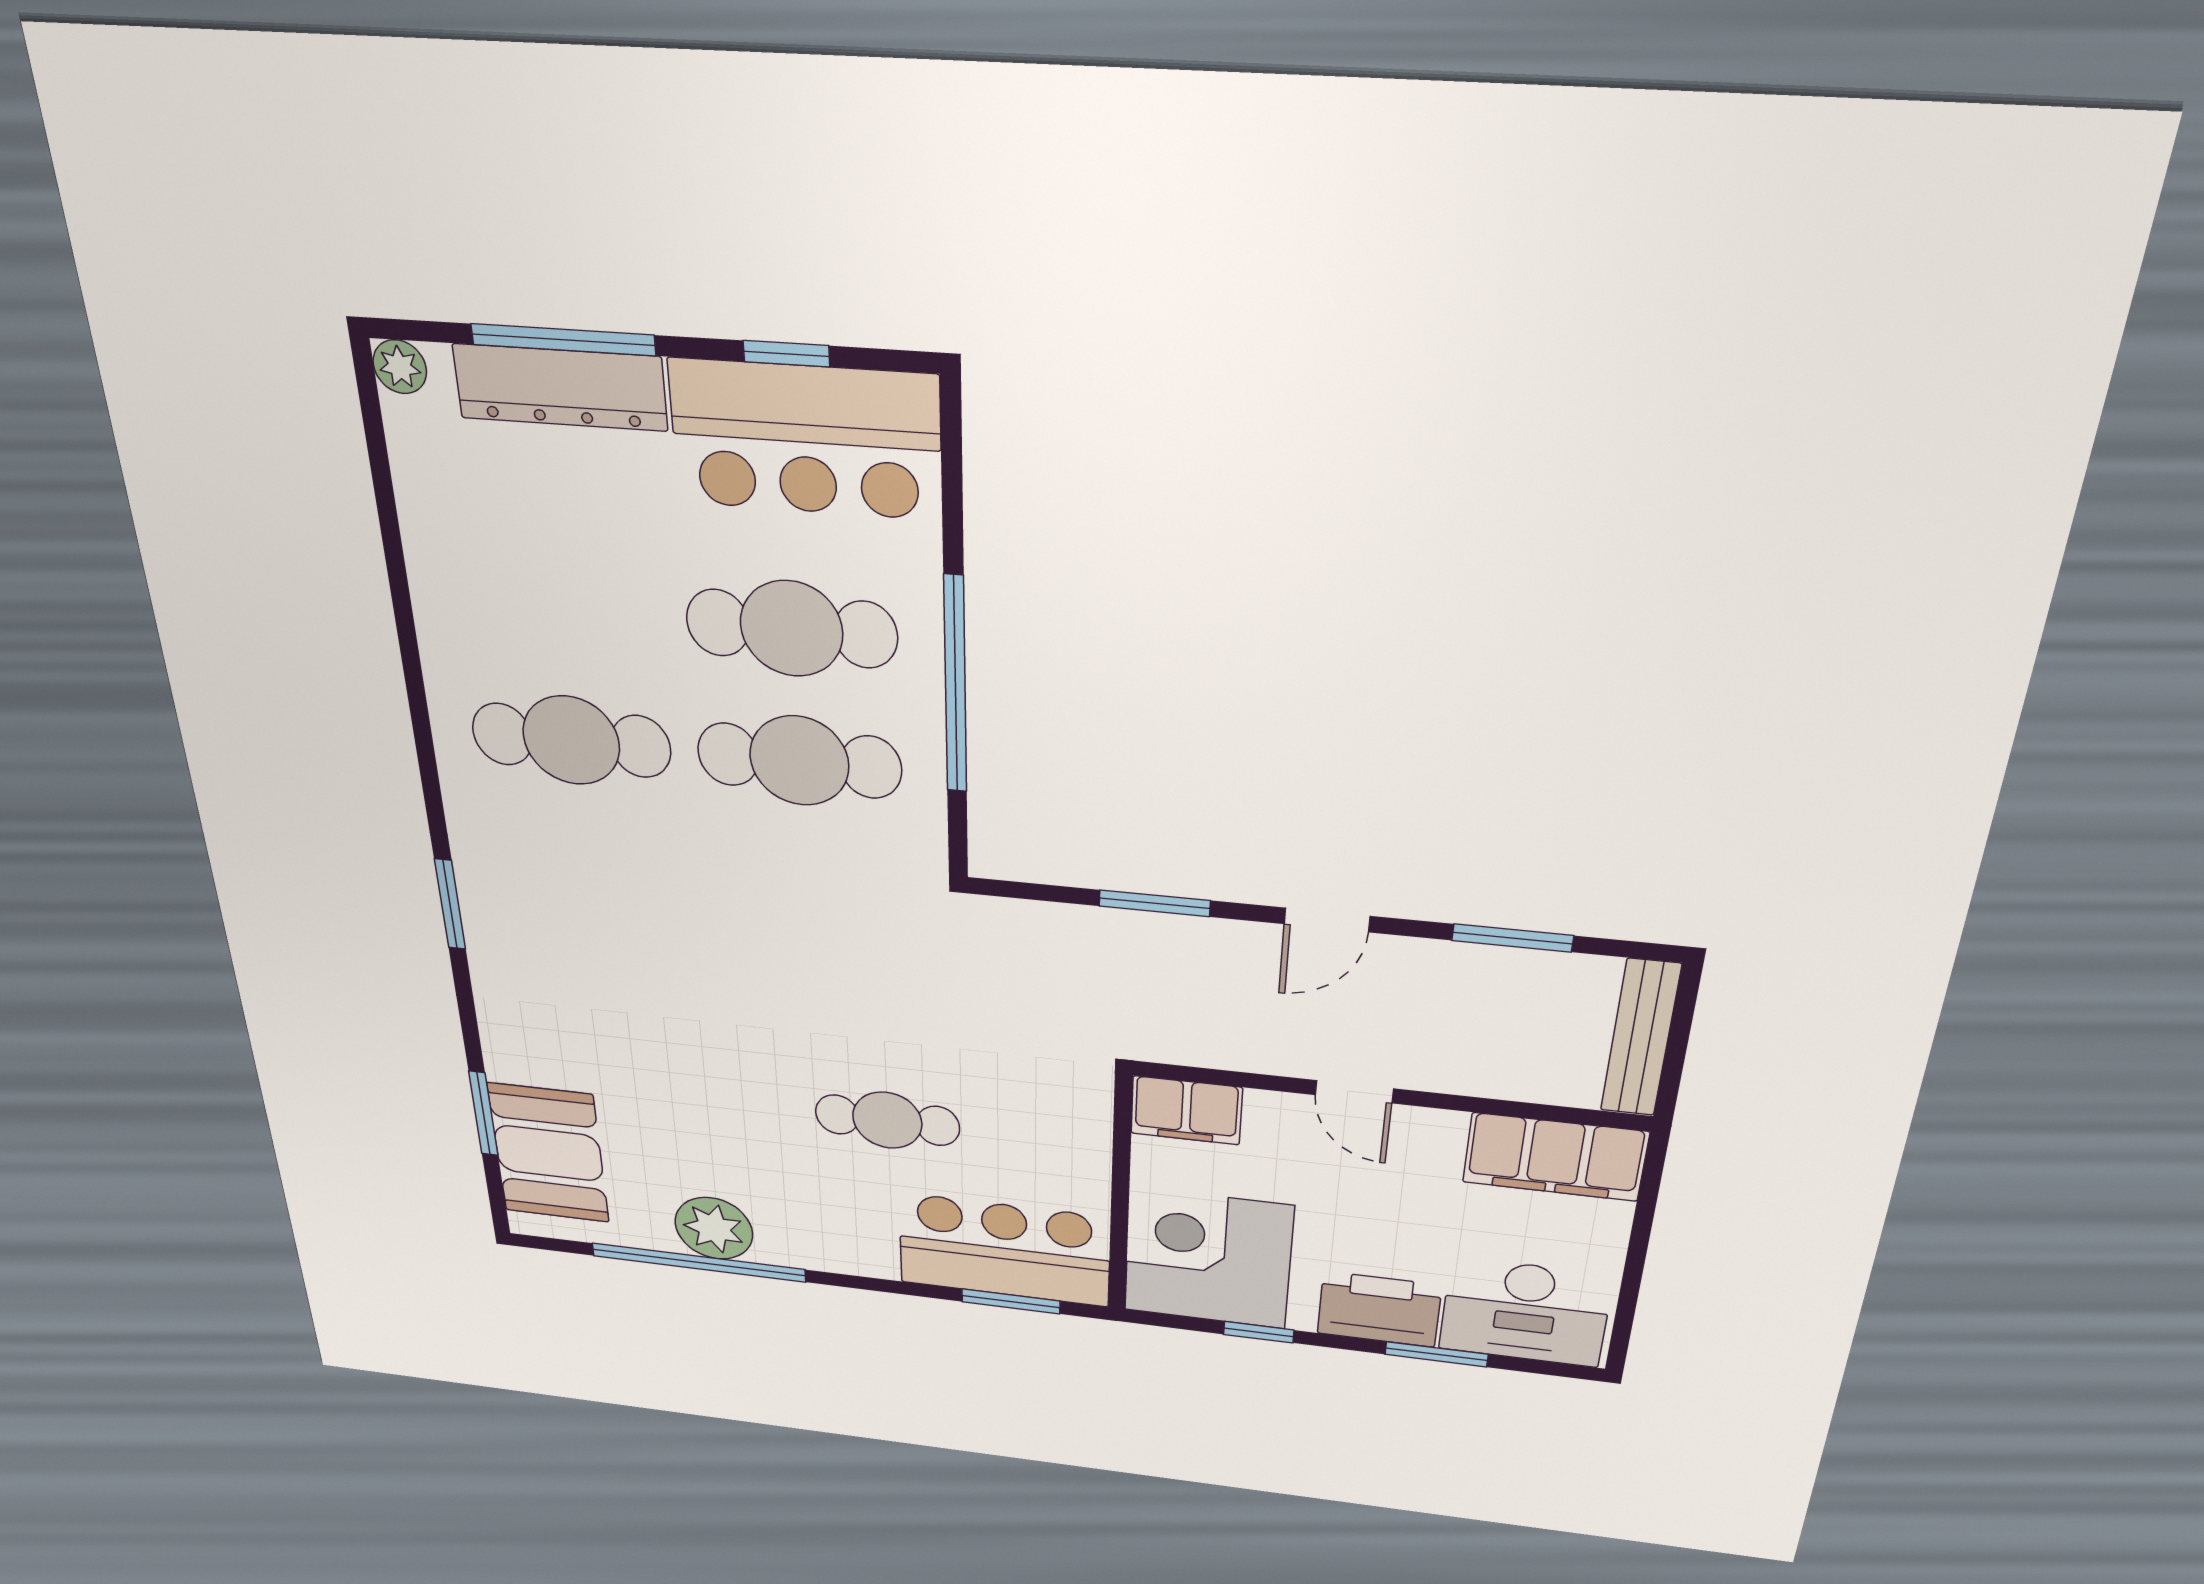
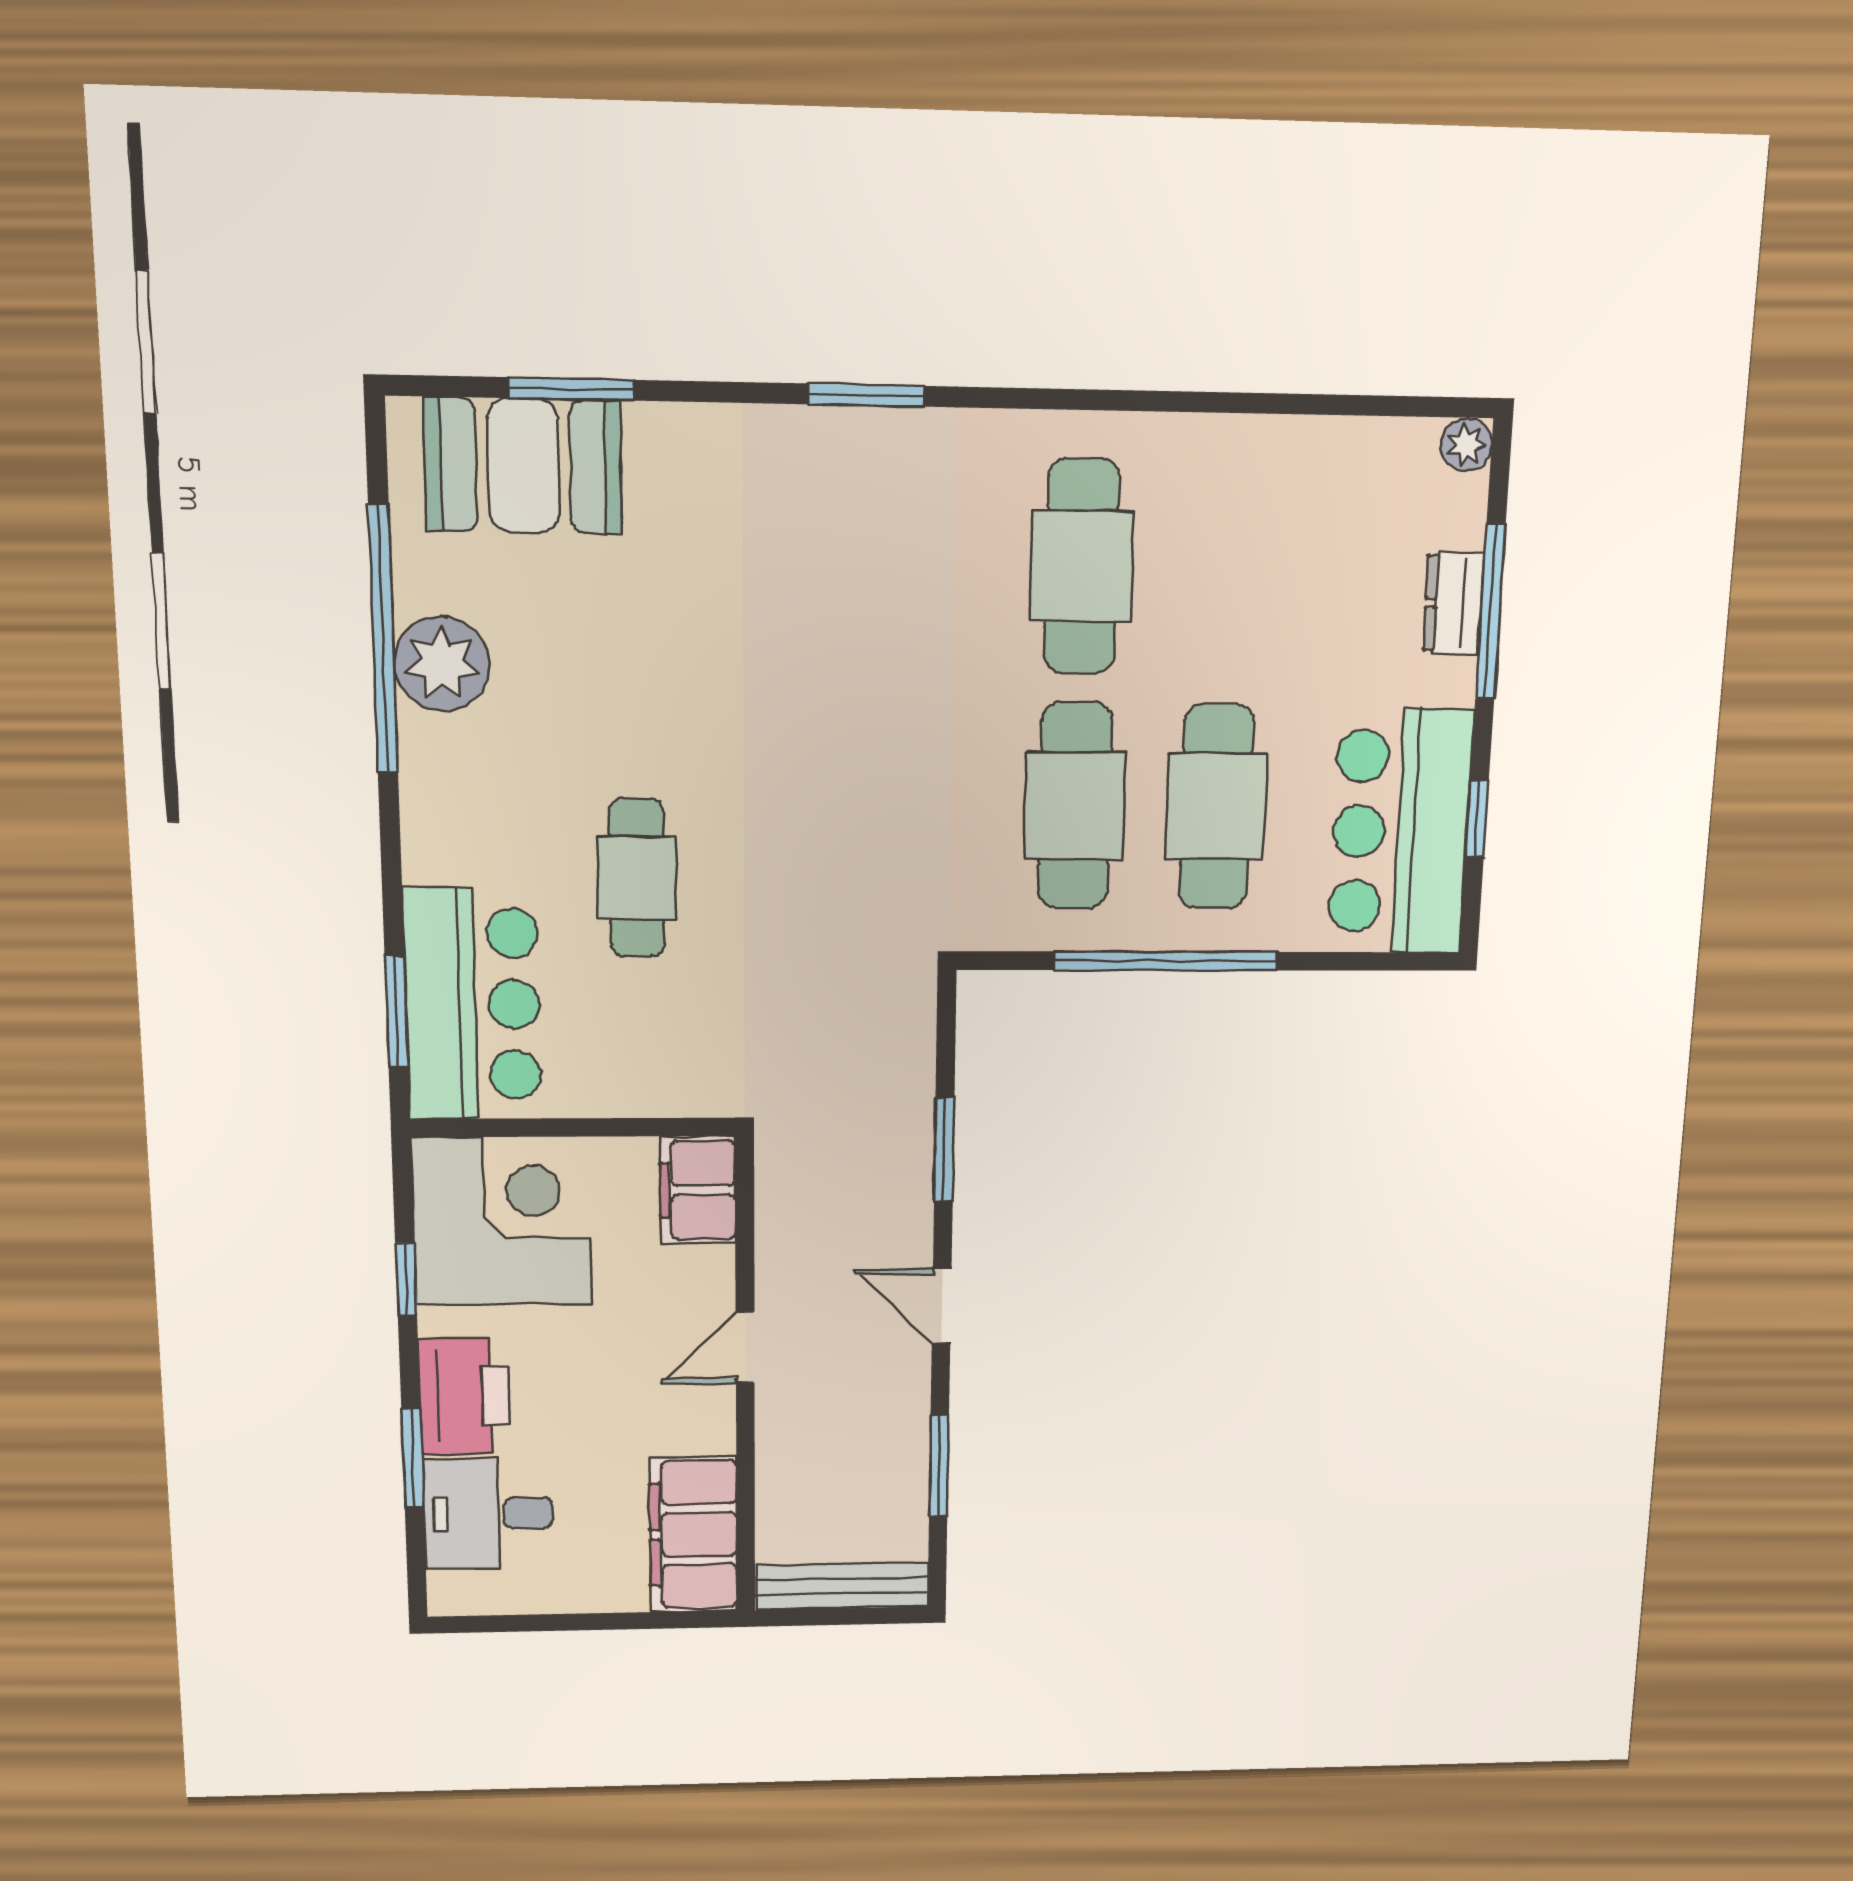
dresser: (560, 387) -> (1454, 603), width x0.51, depth x0.80
desk: (1525, 1312) -> (488, 1513), width x0.73

